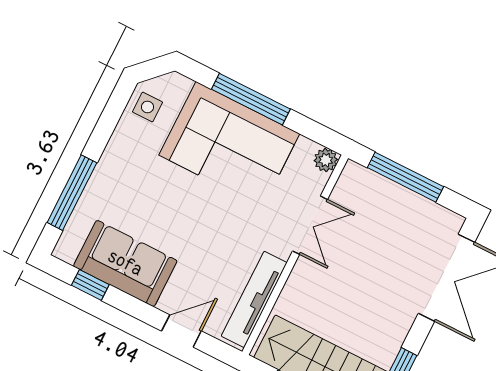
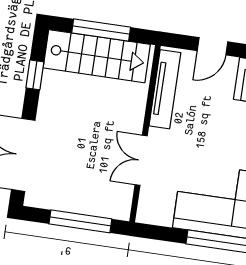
plant: (326, 160) -> (146, 214), removed

